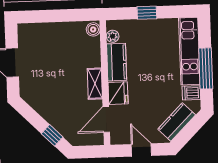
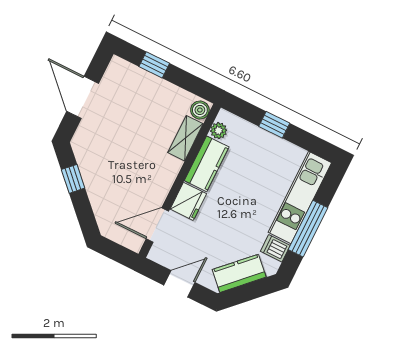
window: (47, 16) -> (154, 65), added
shelving: (95, 84) -> (185, 138), moved
window: (52, 135) -> (73, 179), moved
door: (141, 150) -> (179, 284), hinge flipped

